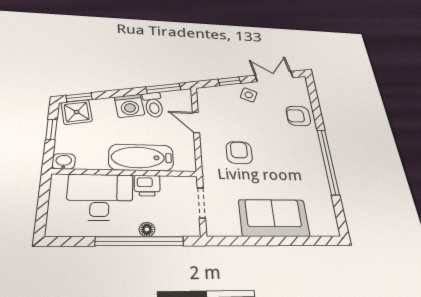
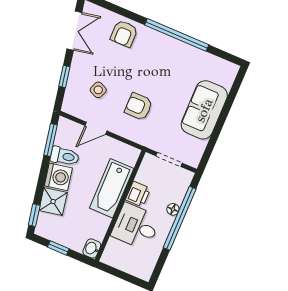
double door: (274, 76) -> (74, 31), swing flipped
side table: (249, 95) -> (98, 90), moved
shower: (77, 112) -> (53, 202), moved
desk: (100, 197) -> (136, 226), width x0.73

